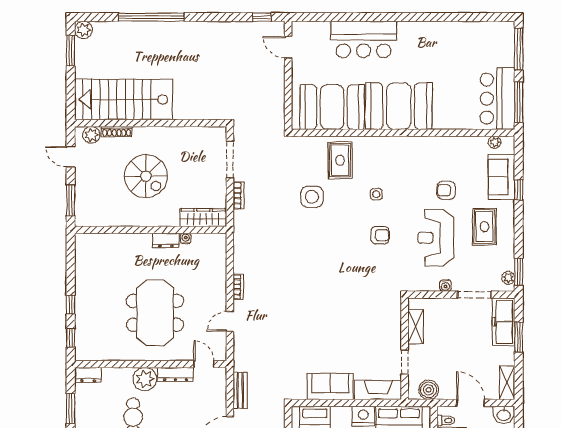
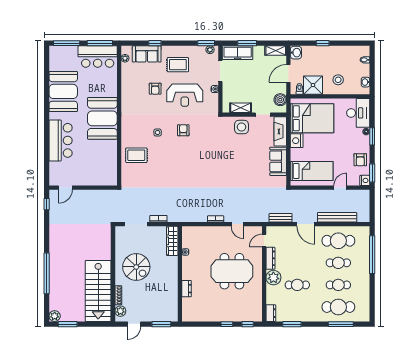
booth: (332, 107) -> (63, 91), moved
spiral stairs: (146, 176) -> (136, 267), moved, turned 90
side table: (312, 197) -> (242, 127), moved
dresser: (166, 240) -> (187, 289), moved

